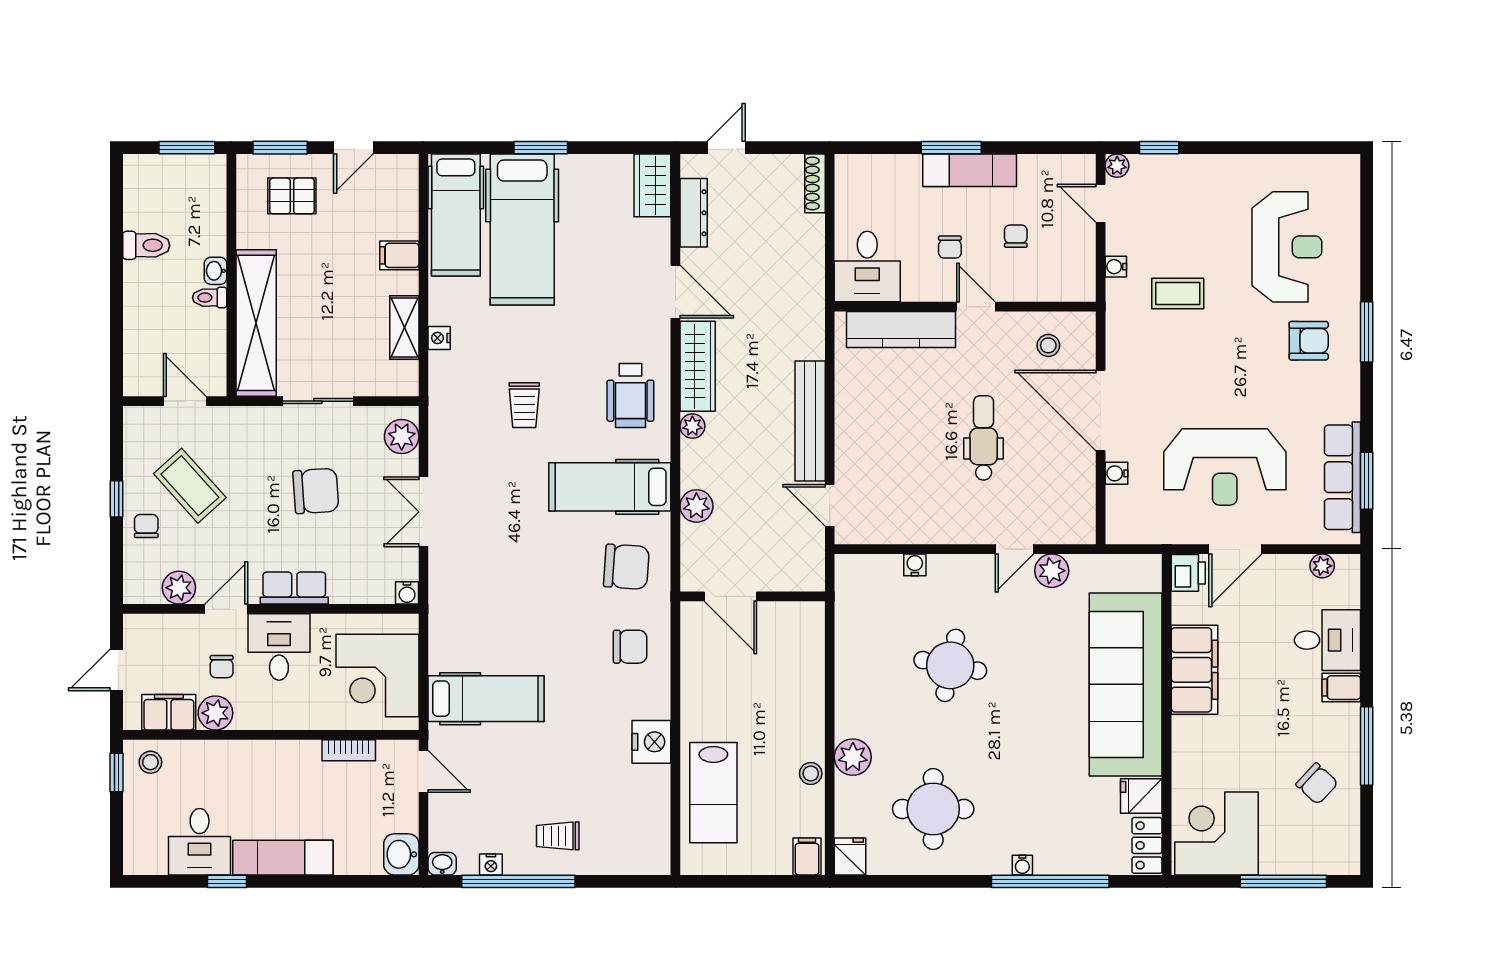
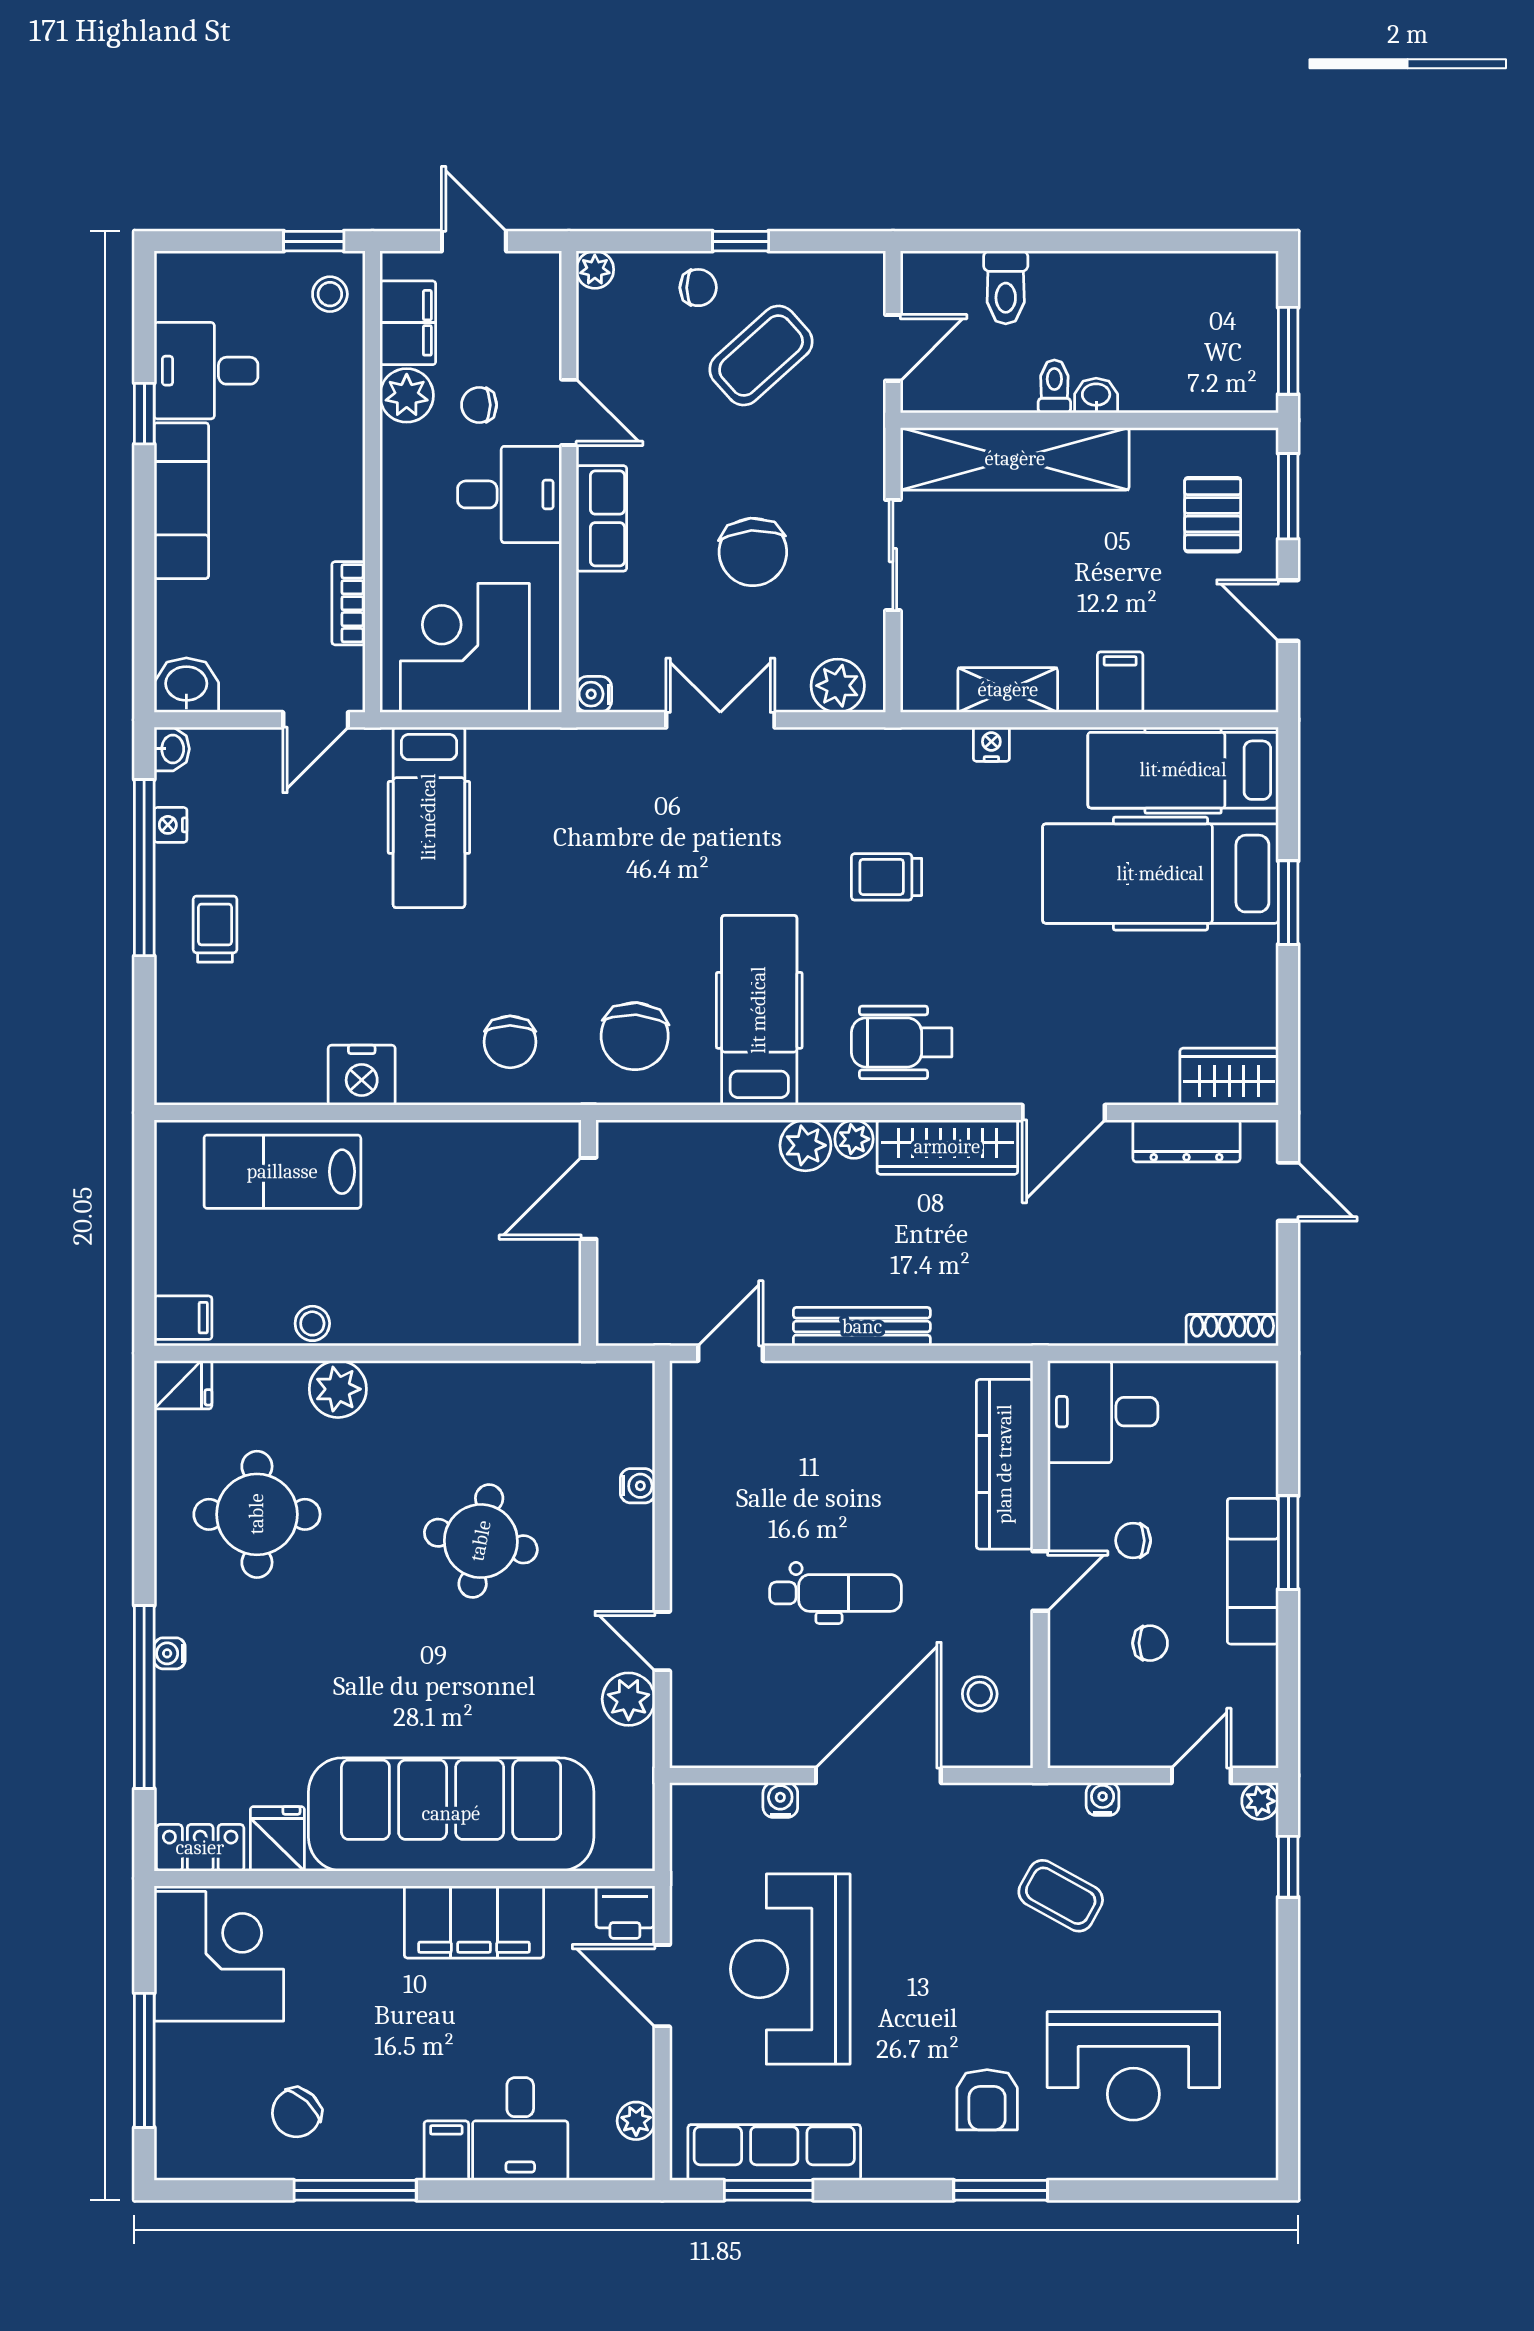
toilet: (146, 245) -> (1006, 287), moved
coffee table: (1178, 293) -> (1061, 1896), turned -61
bench: (810, 421) -> (862, 1327), width x0.73, depth x0.82
plant: (696, 506) -> (805, 1145), moved
plant: (179, 588) -> (595, 270), moved, width x0.73, depth x0.73

